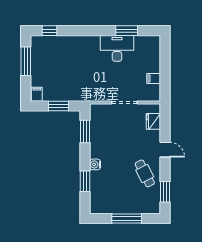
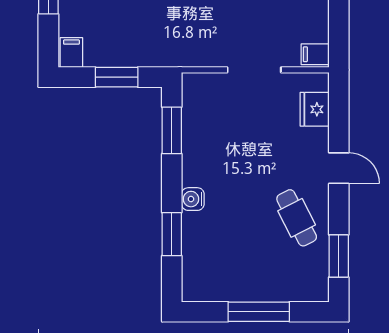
filing cabinet: (154, 78) -> (315, 54), moved

